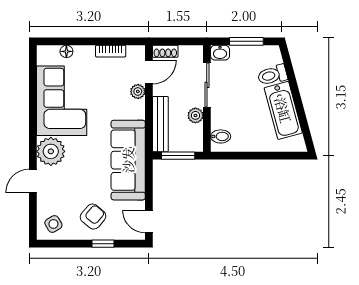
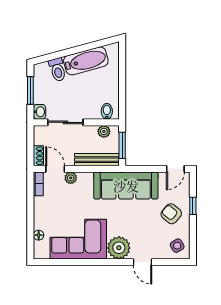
bookcase: (111, 51) -> (38, 184), moved
plant: (195, 115) -> (104, 131), moved

